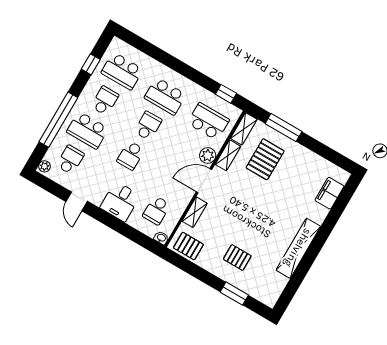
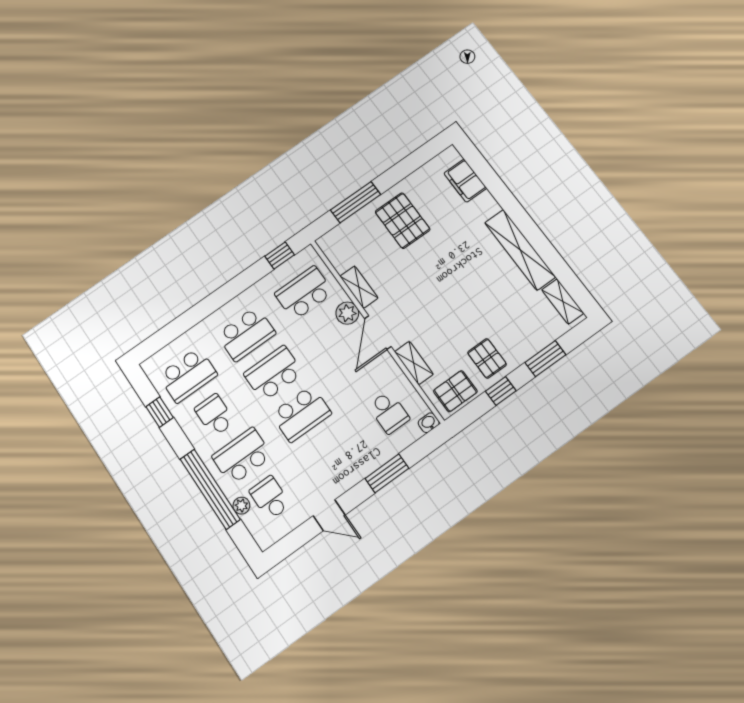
school desk: (148, 126) -> (273, 373), width x1.85
shelving: (244, 129) -> (563, 301), moved
school desk: (88, 130) -> (242, 456), turned 180
school desk: (131, 155) -> (301, 414), width x1.85
pallet: (265, 159) -> (403, 221), moved
plant: (45, 166) -> (241, 506), moved
desk: (120, 201) -> (356, 456), removed
window: (118, 226) -> (387, 473), added
pallet: (237, 258) -> (487, 358), moved, turned 90
window: (201, 274) -> (501, 391), added

